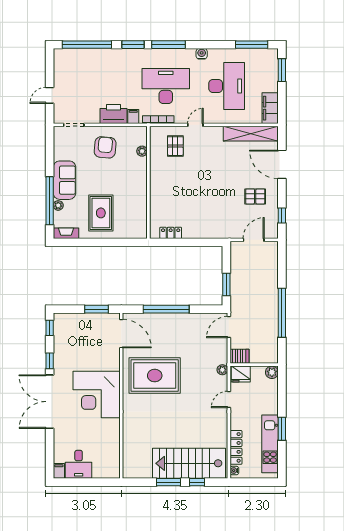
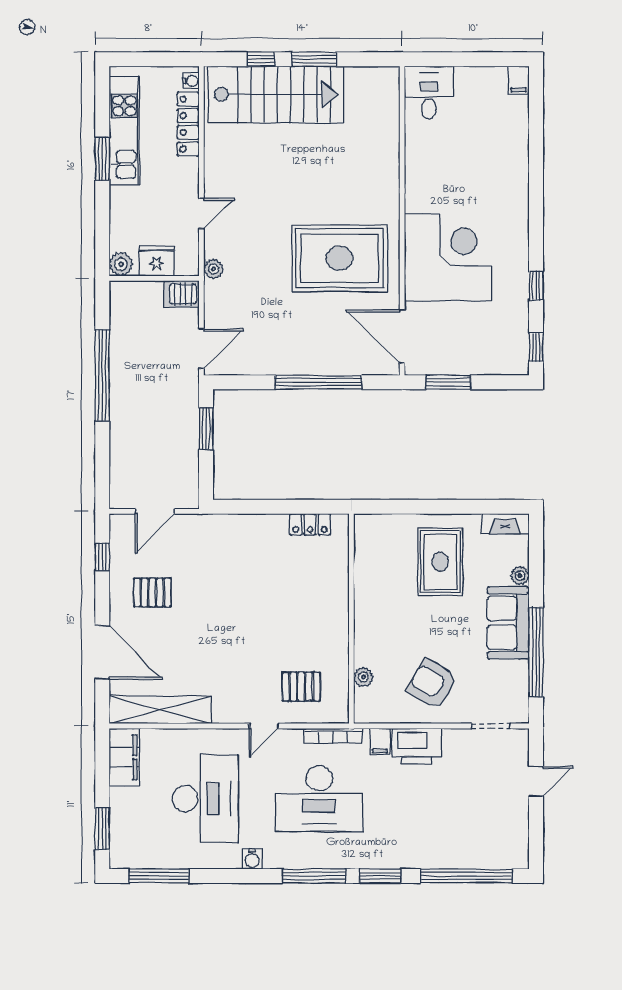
desk: (227, 86) -> (206, 799), turned 180
pallet: (175, 146) -> (301, 687), turned 90
armchair: (105, 147) -> (432, 684), turned 116
window: (50, 201) -> (536, 652), moved
fridge: (241, 374) -> (157, 261), moved
corner desk: (97, 395) -> (448, 257), moved
double door: (50, 402) -> (536, 209), removed
desk: (79, 464) -> (429, 92), moved

